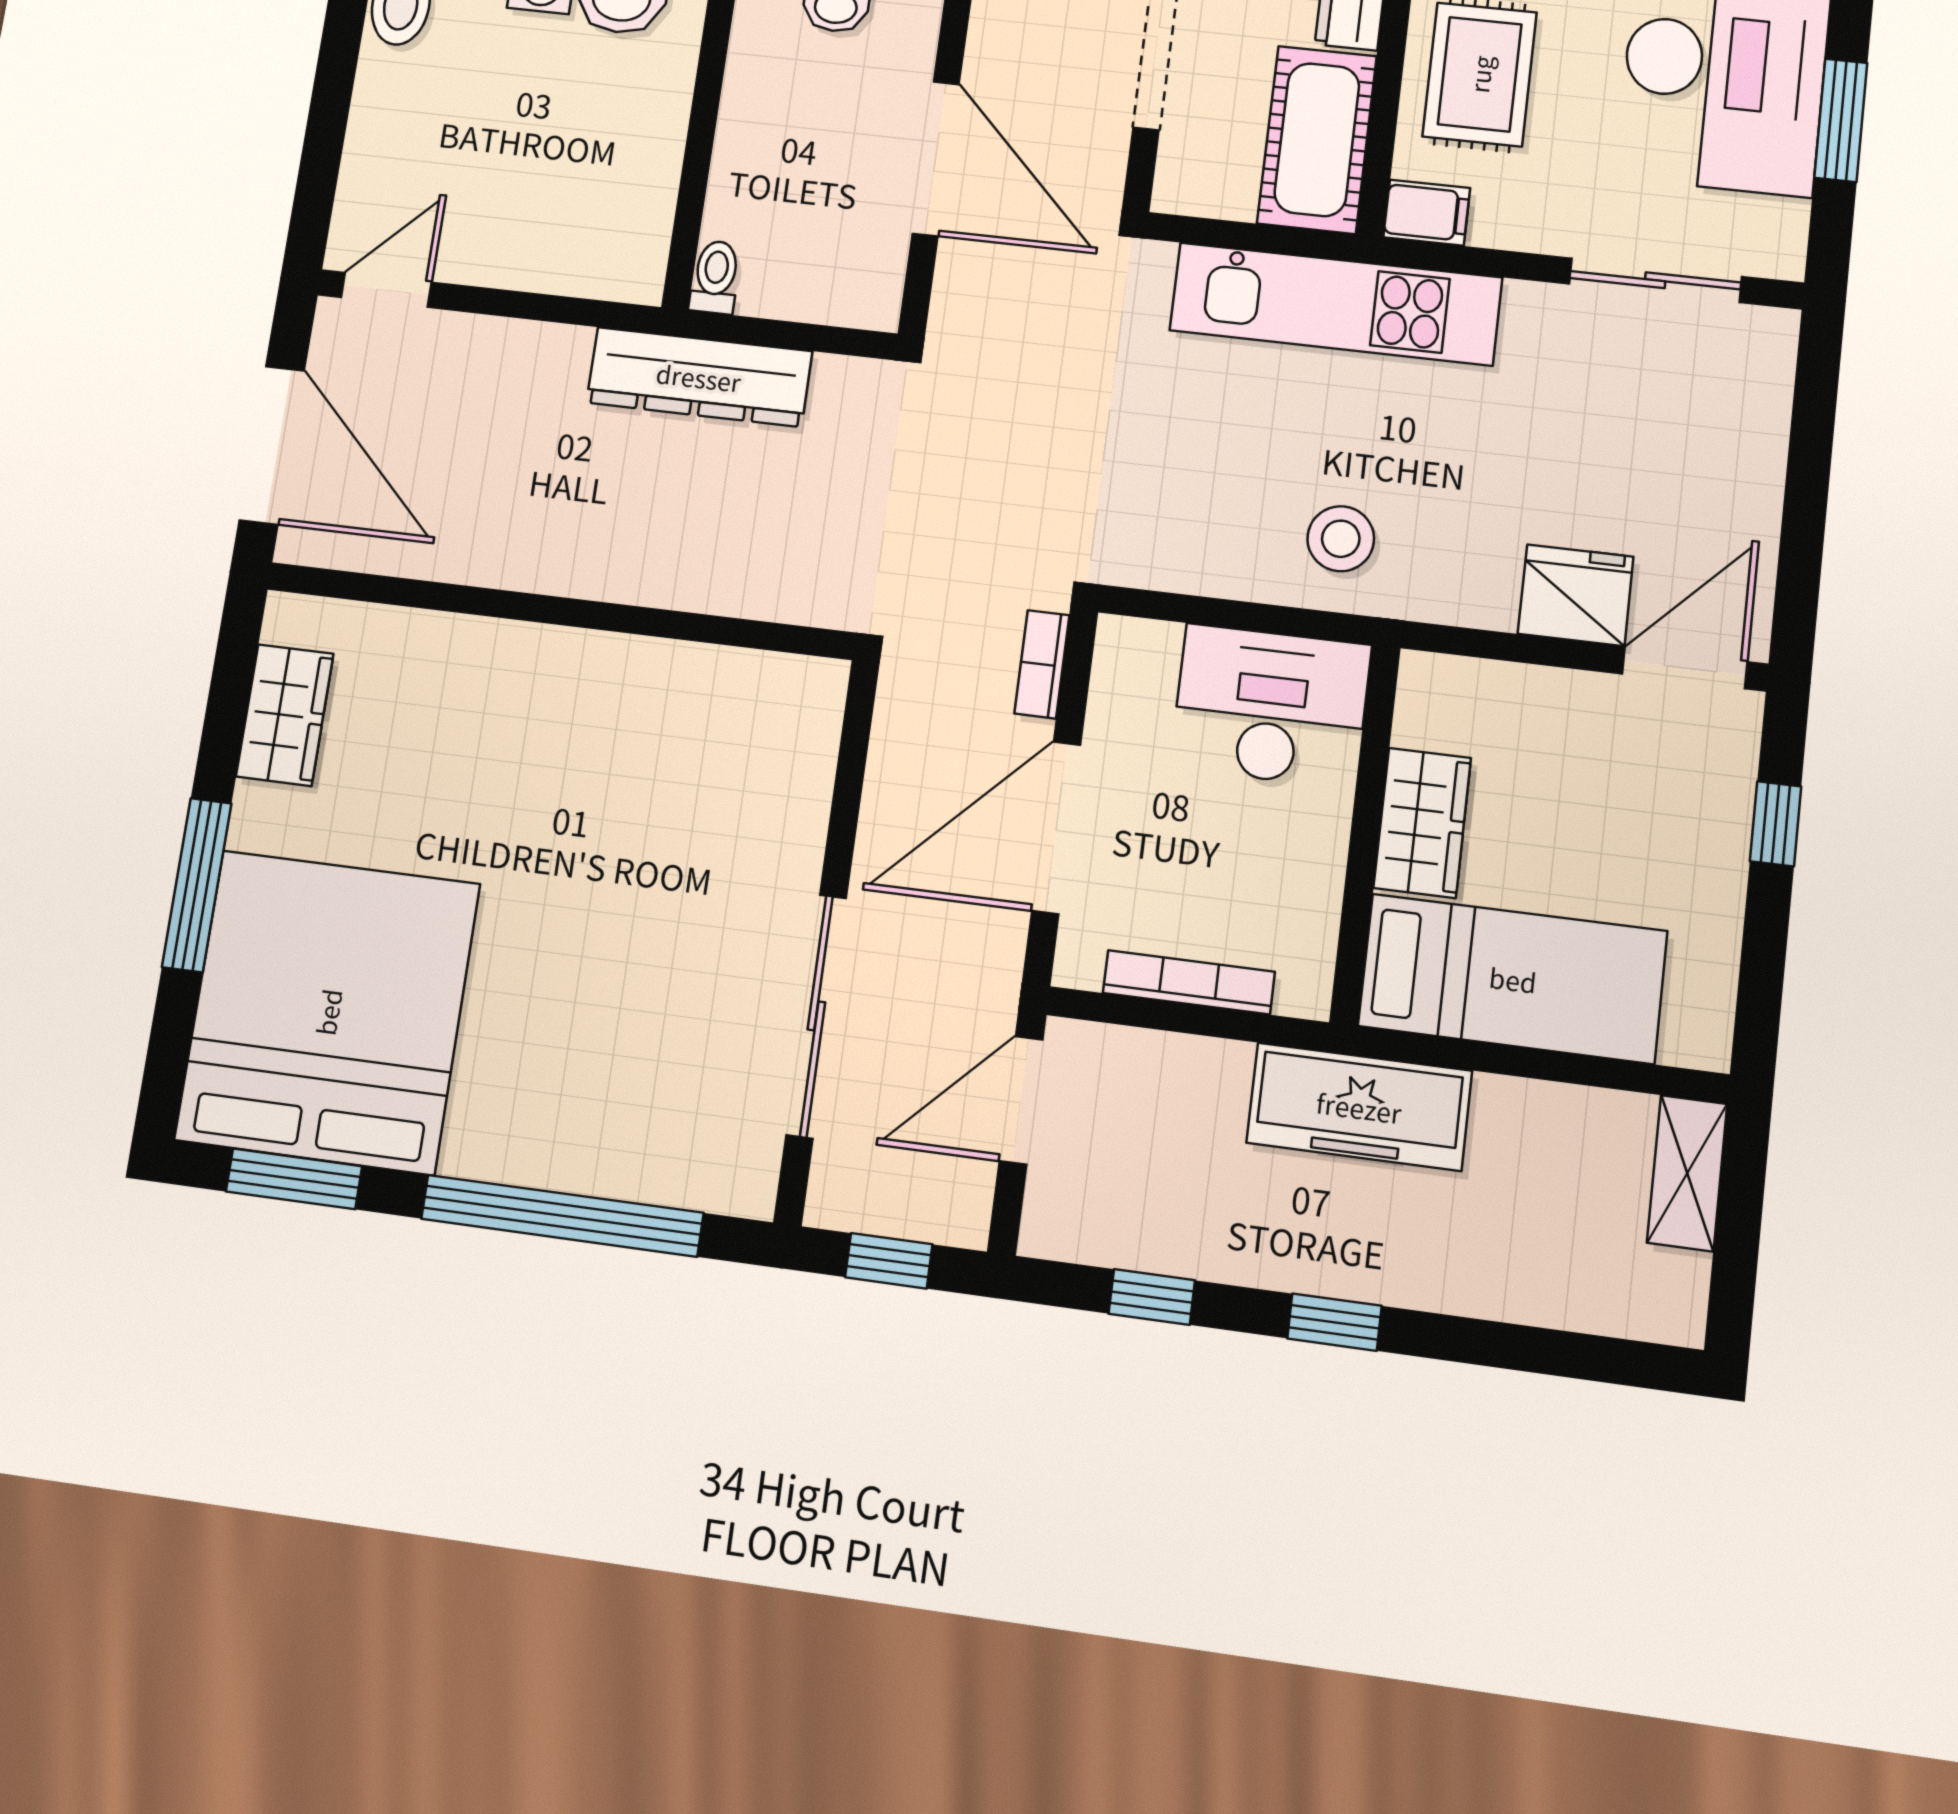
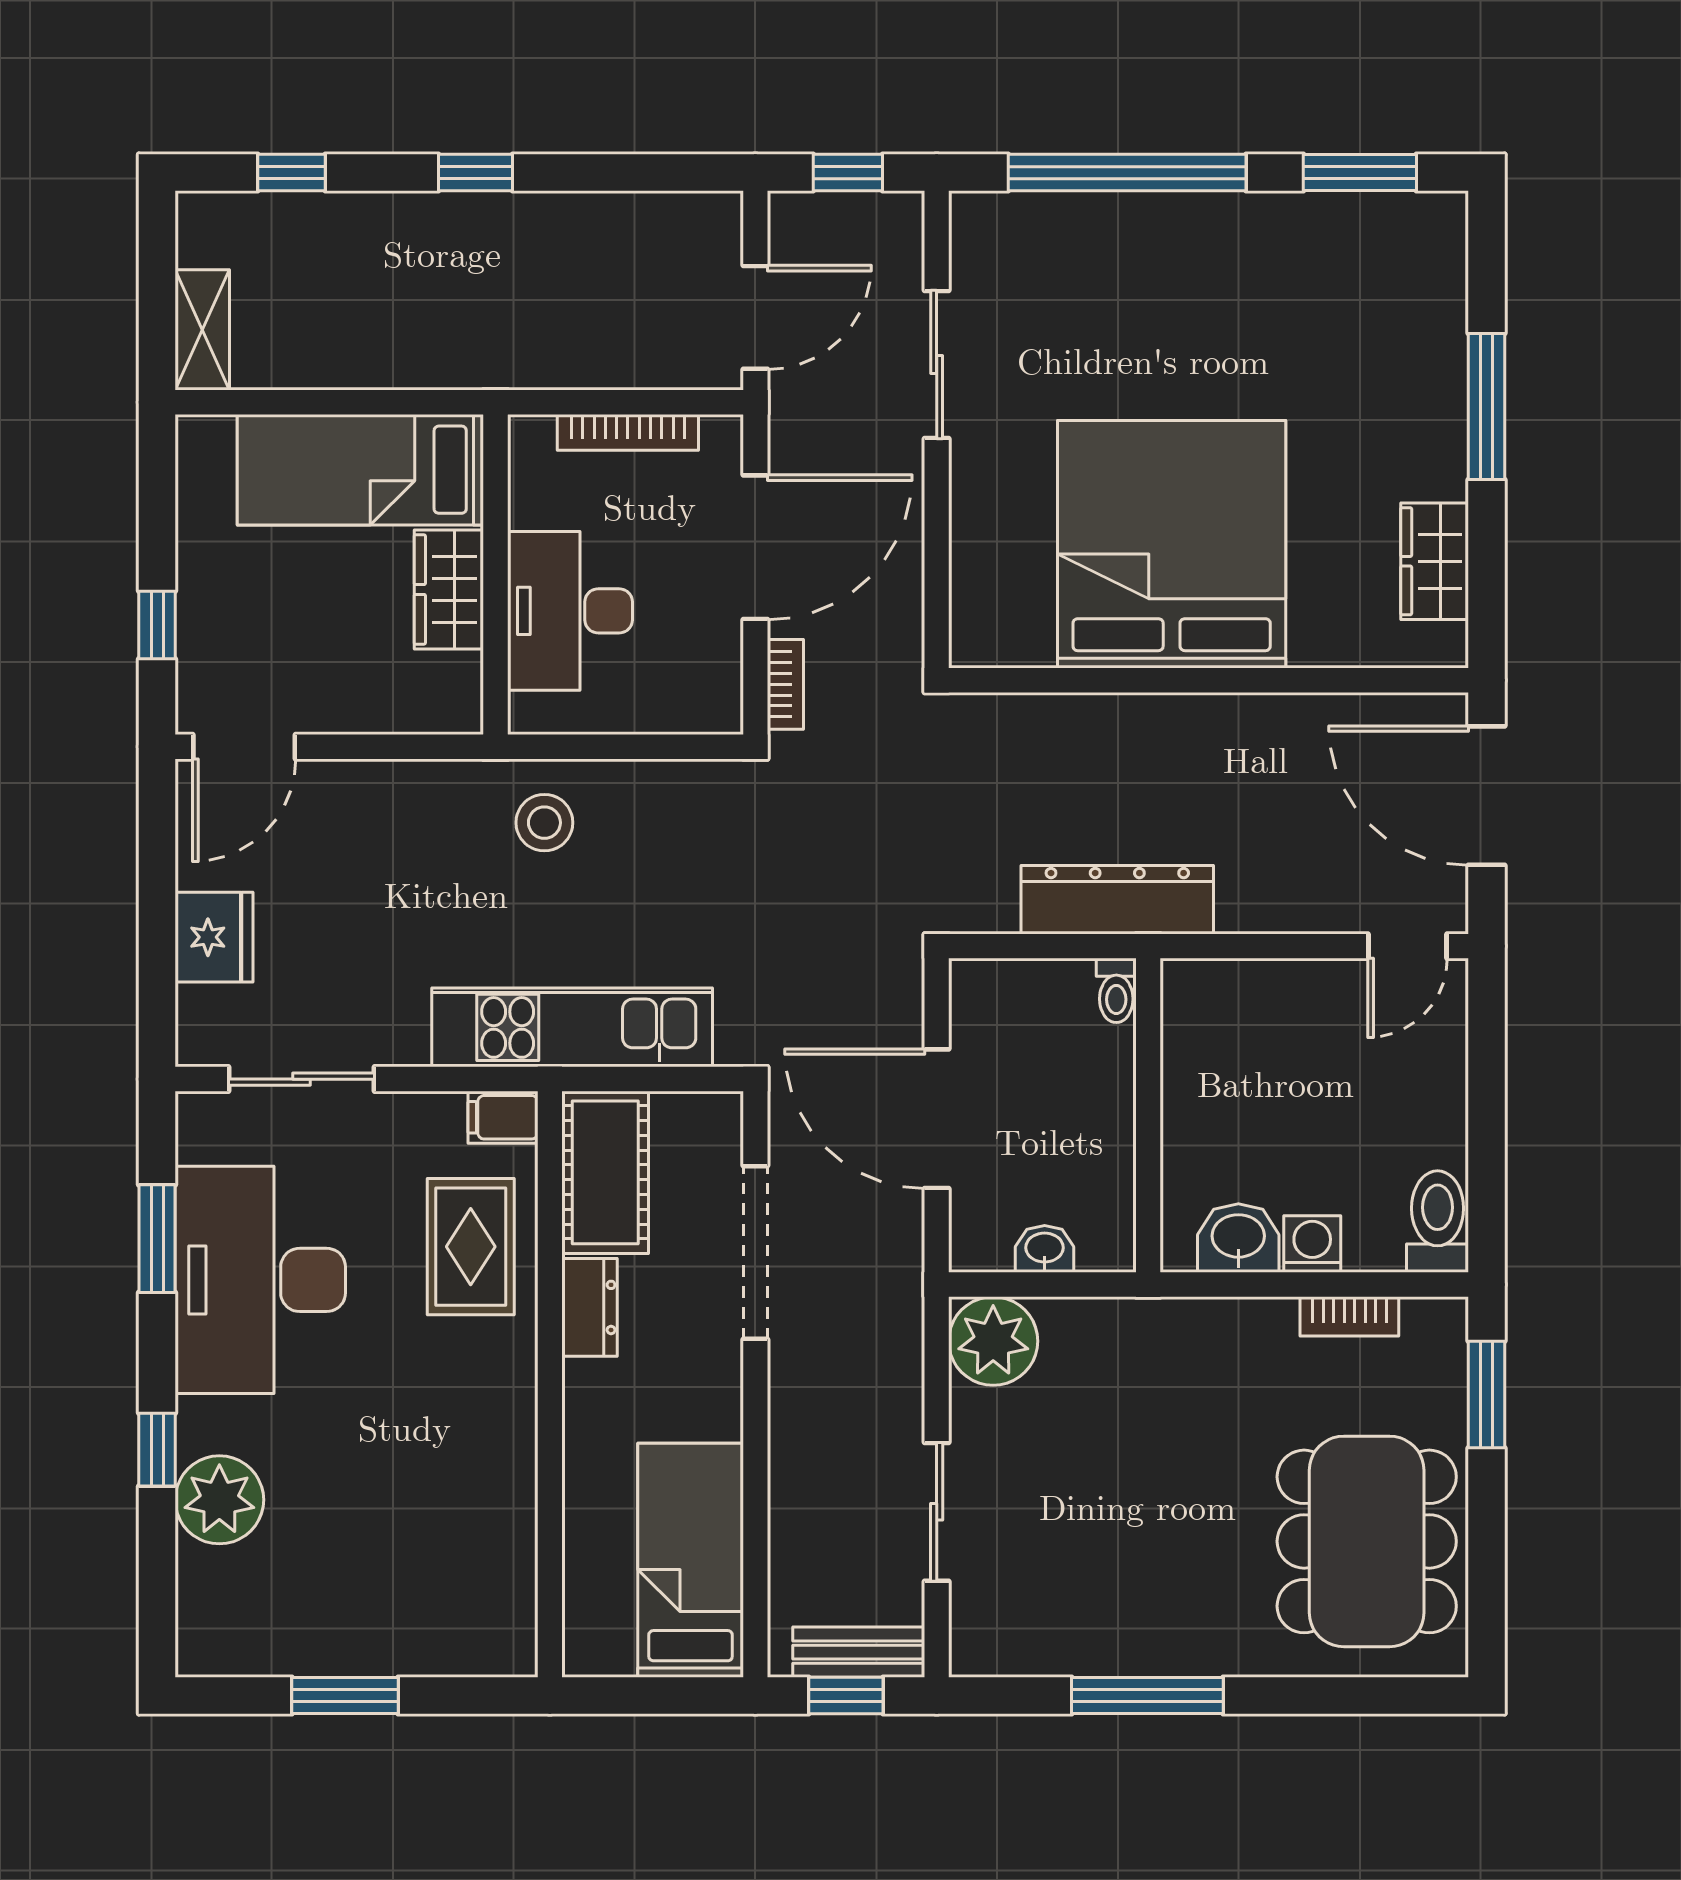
fridge: (1576, 595) -> (214, 937), moved, turned -90
desk: (1271, 706) -> (570, 611), moved, turned 90
bed: (328, 1012) -> (1172, 544), moved, turned 180
sliding door: (816, 1016) -> (937, 365), width x0.73
freezer: (1359, 1107) -> (475, 349), removed
window: (1152, 1297) -> (292, 173), moved

